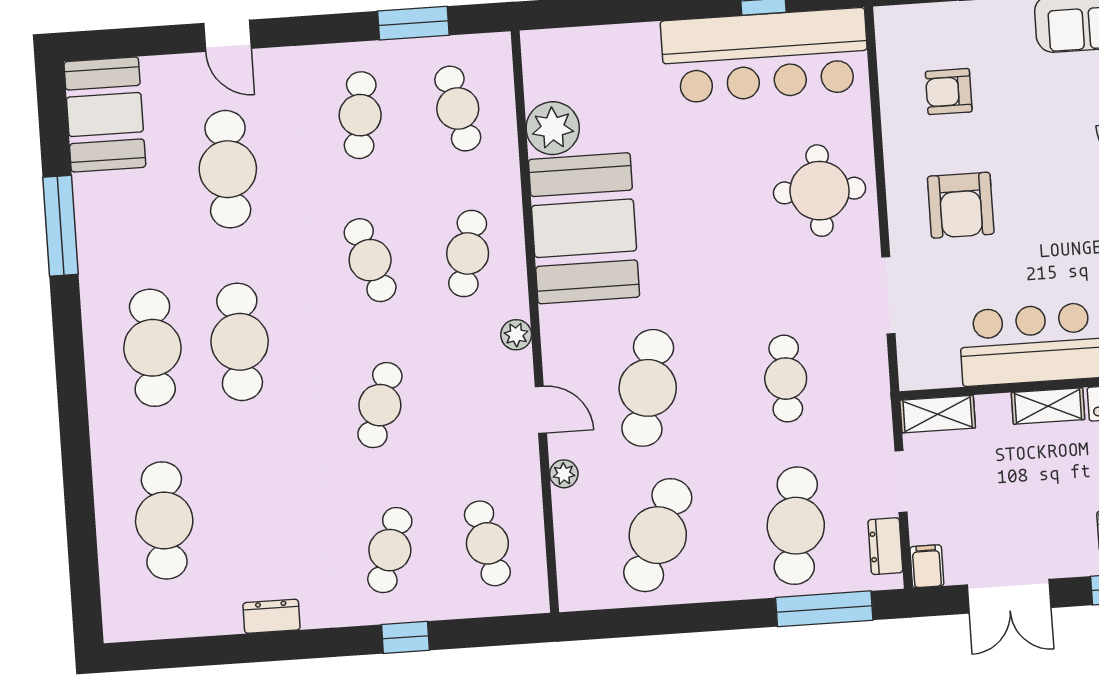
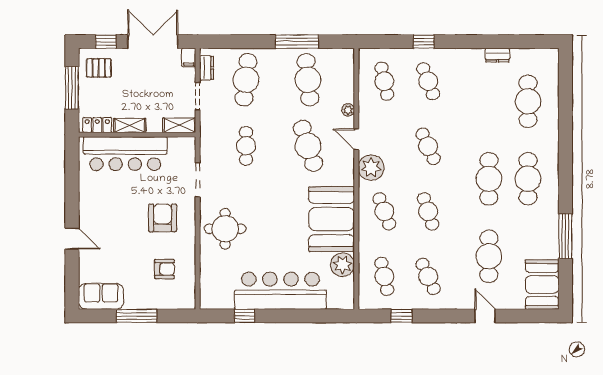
window: (413, 23) -> (402, 316), width x0.67
bar counter: (765, 56) -> (280, 291), moved
cafe table: (360, 115) -> (428, 276), turned -30
cafe table: (468, 253) -> (384, 211), turned -33
plant: (516, 335) -> (371, 168), width x1.87, depth x1.87
cafe table: (648, 388) -> (308, 146), turned -30
cafe table: (380, 405) -> (428, 146), turned -42
cafe table: (658, 535) -> (308, 80), turned -30
cafe table: (390, 550) -> (428, 81), turned -39
double door: (1009, 596) -> (153, 42), width x1.37
window: (824, 609) -> (297, 42), moved
dresser: (272, 616) -> (497, 55), moved

